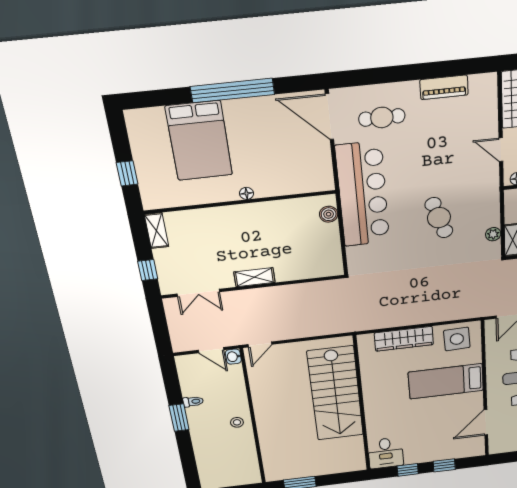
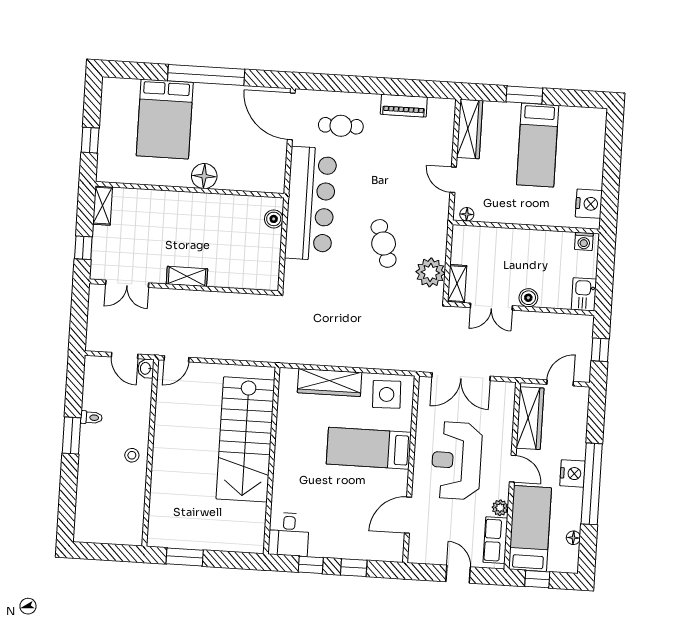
floor lamp: (247, 193) -> (204, 176), width x1.89, depth x1.89
plant: (493, 234) -> (430, 272), width x1.88, depth x1.88

